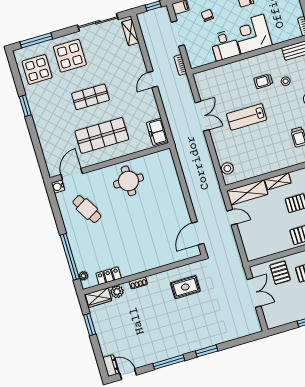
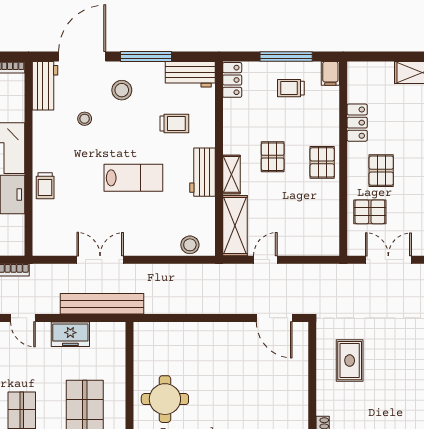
trolley: (263, 81) -> (45, 186), moved
lab bench: (247, 117) -> (133, 178), moved, turned -90
bench: (175, 125) -> (102, 304), added
freezer: (157, 132) -> (70, 334), moved
workbench: (274, 163) -> (203, 172), added

